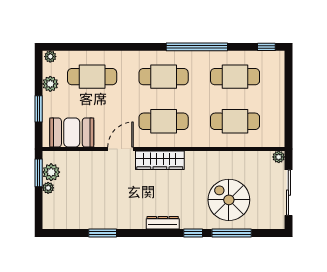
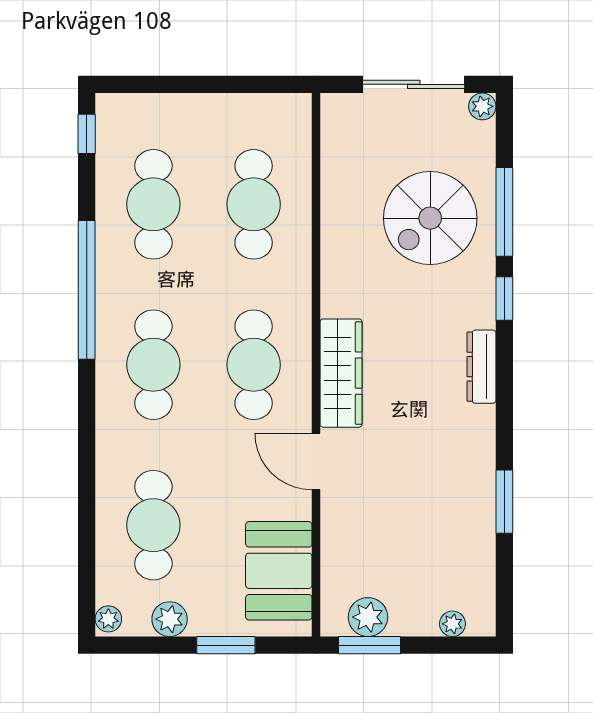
plant: (279, 157) -> (482, 106), moved
plant: (48, 188) -> (452, 624), moved

